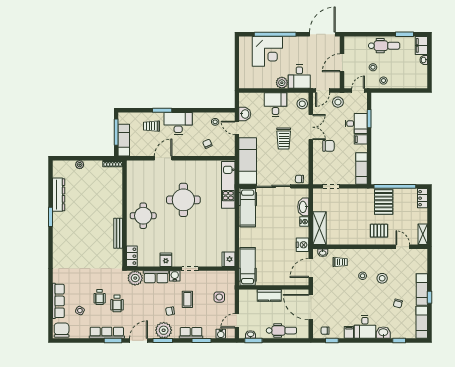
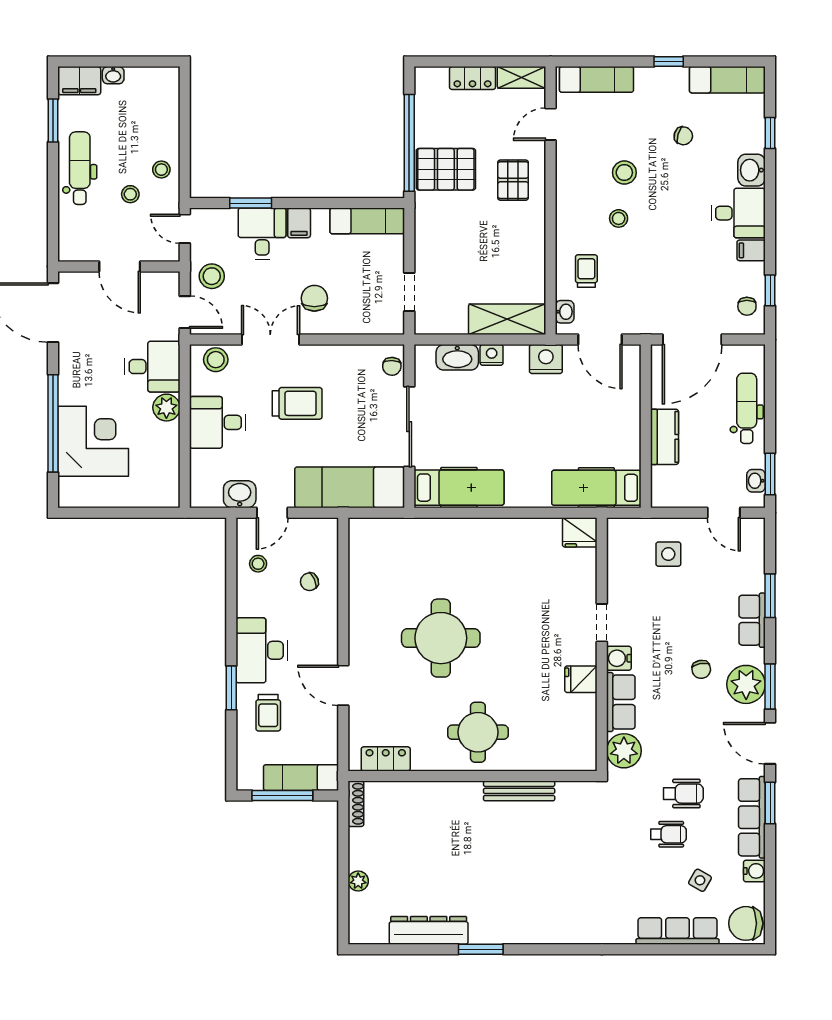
kitchen unit: (228, 185) -> (406, 533), removed
locker: (423, 198) -> (472, 78), moved
locker: (132, 256) -> (386, 759), moved
exam couch: (422, 289) -> (596, 79), moved
coffee table: (187, 299) -> (674, 629), removed
water cooler: (221, 334) -> (754, 871), moved

